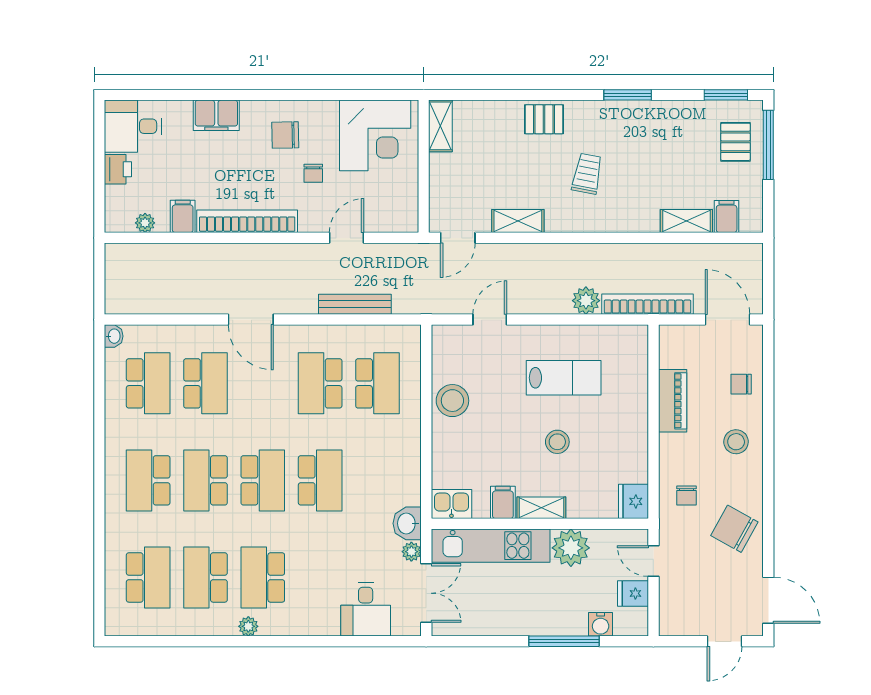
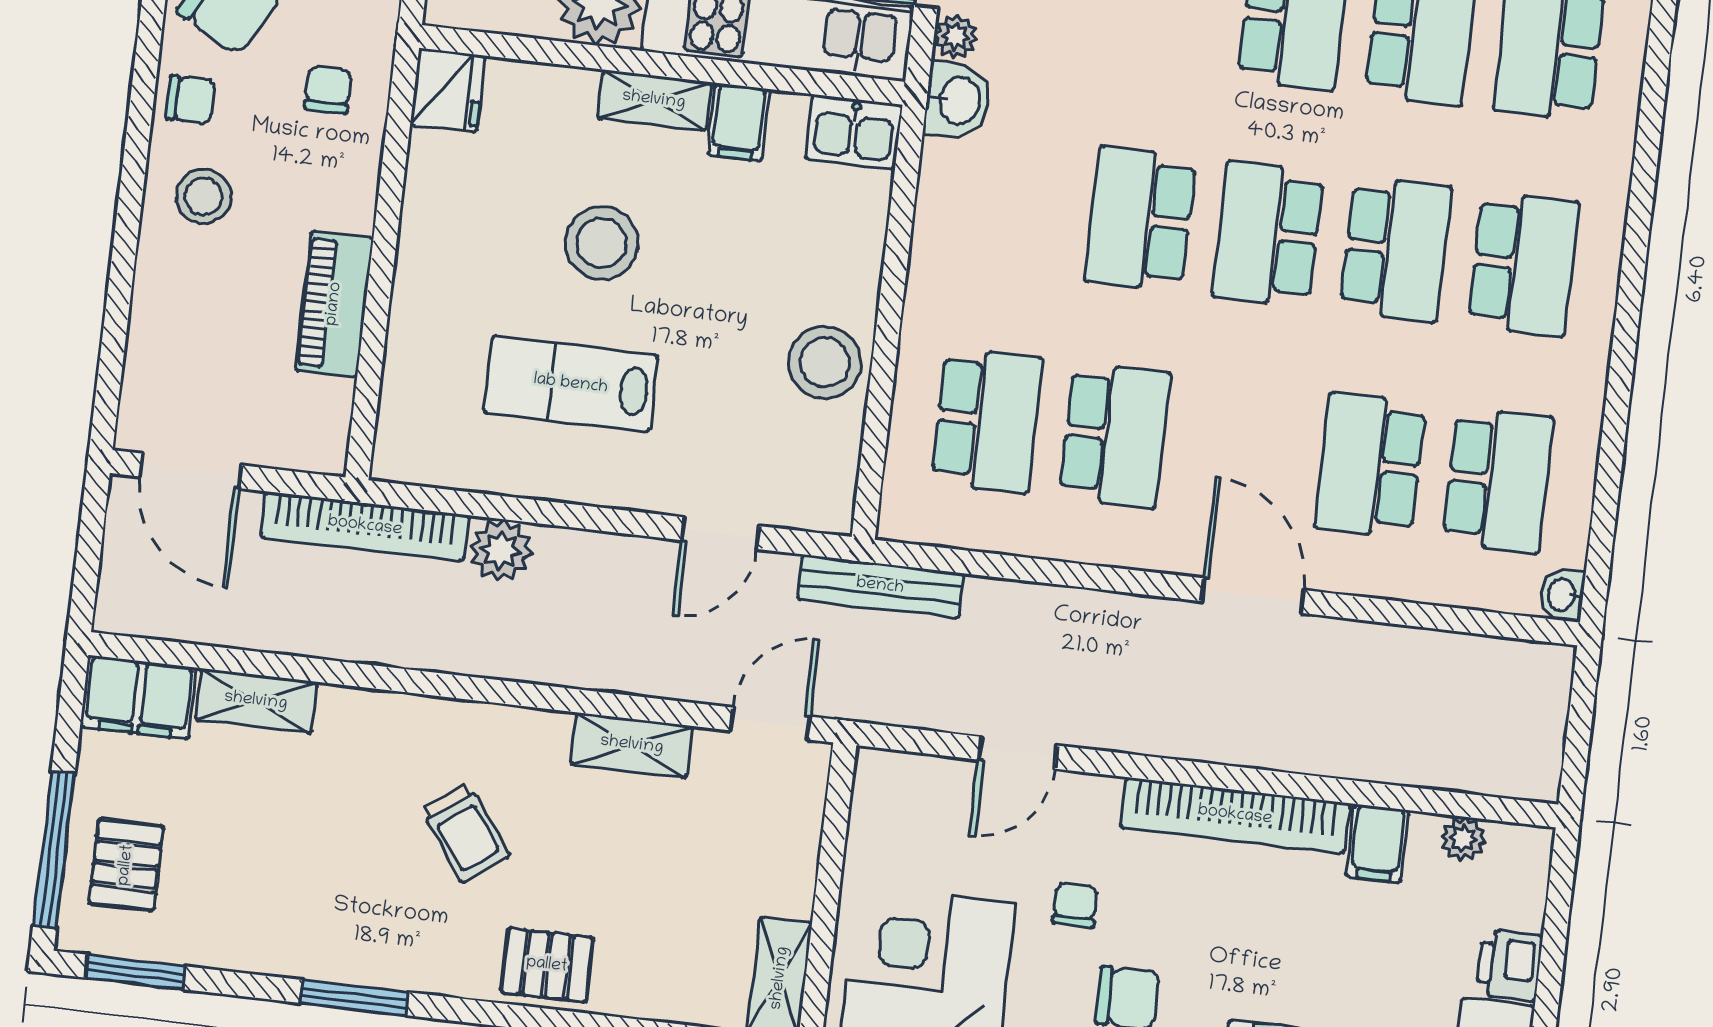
trolley: (587, 174) -> (465, 833), turned -47
filing cabinet: (727, 217) -> (139, 697), width x2.00
bench: (355, 304) -> (880, 586), moved
school desk: (148, 383) -> (1498, 480), turned 180
school desk: (377, 383) -> (987, 420), turned 180
chair: (741, 384) -> (190, 100), moved
stool: (557, 442) -> (602, 243), width x1.38, depth x1.38

